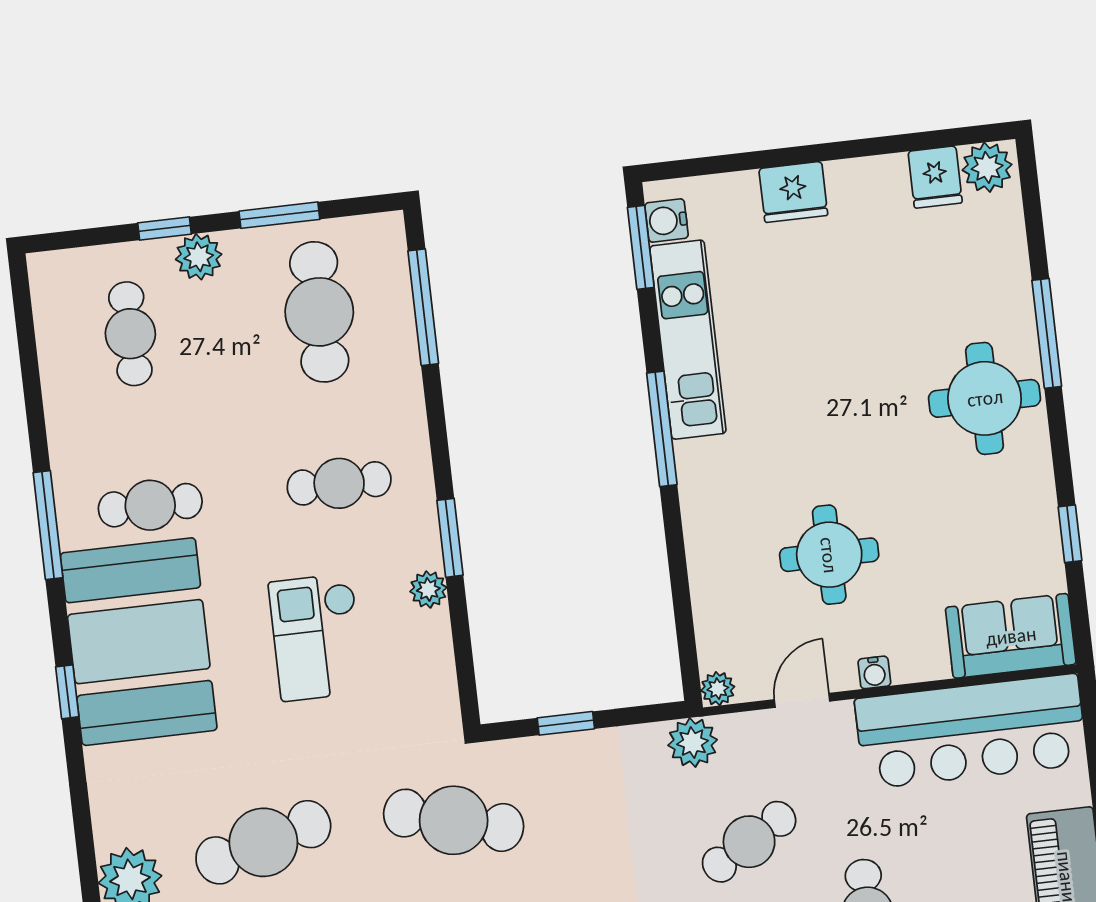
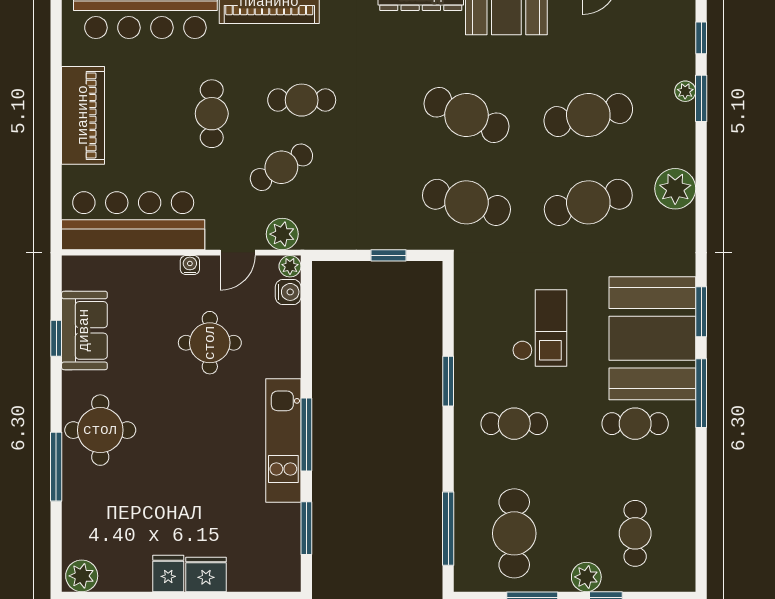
fridge: (935, 177) -> (168, 574), moved
water cooler: (667, 221) -> (288, 292), moved
window: (641, 247) -> (306, 528), moved
kitchen unit: (688, 340) -> (283, 440), moved
window: (48, 525) -> (701, 393), moved
plant: (428, 589) -> (466, 350), removed
sofa: (1011, 636) -> (84, 330), moved, turned -90
window: (67, 692) -> (701, 312), width x1.50
plant: (693, 743) -> (282, 234), moved

